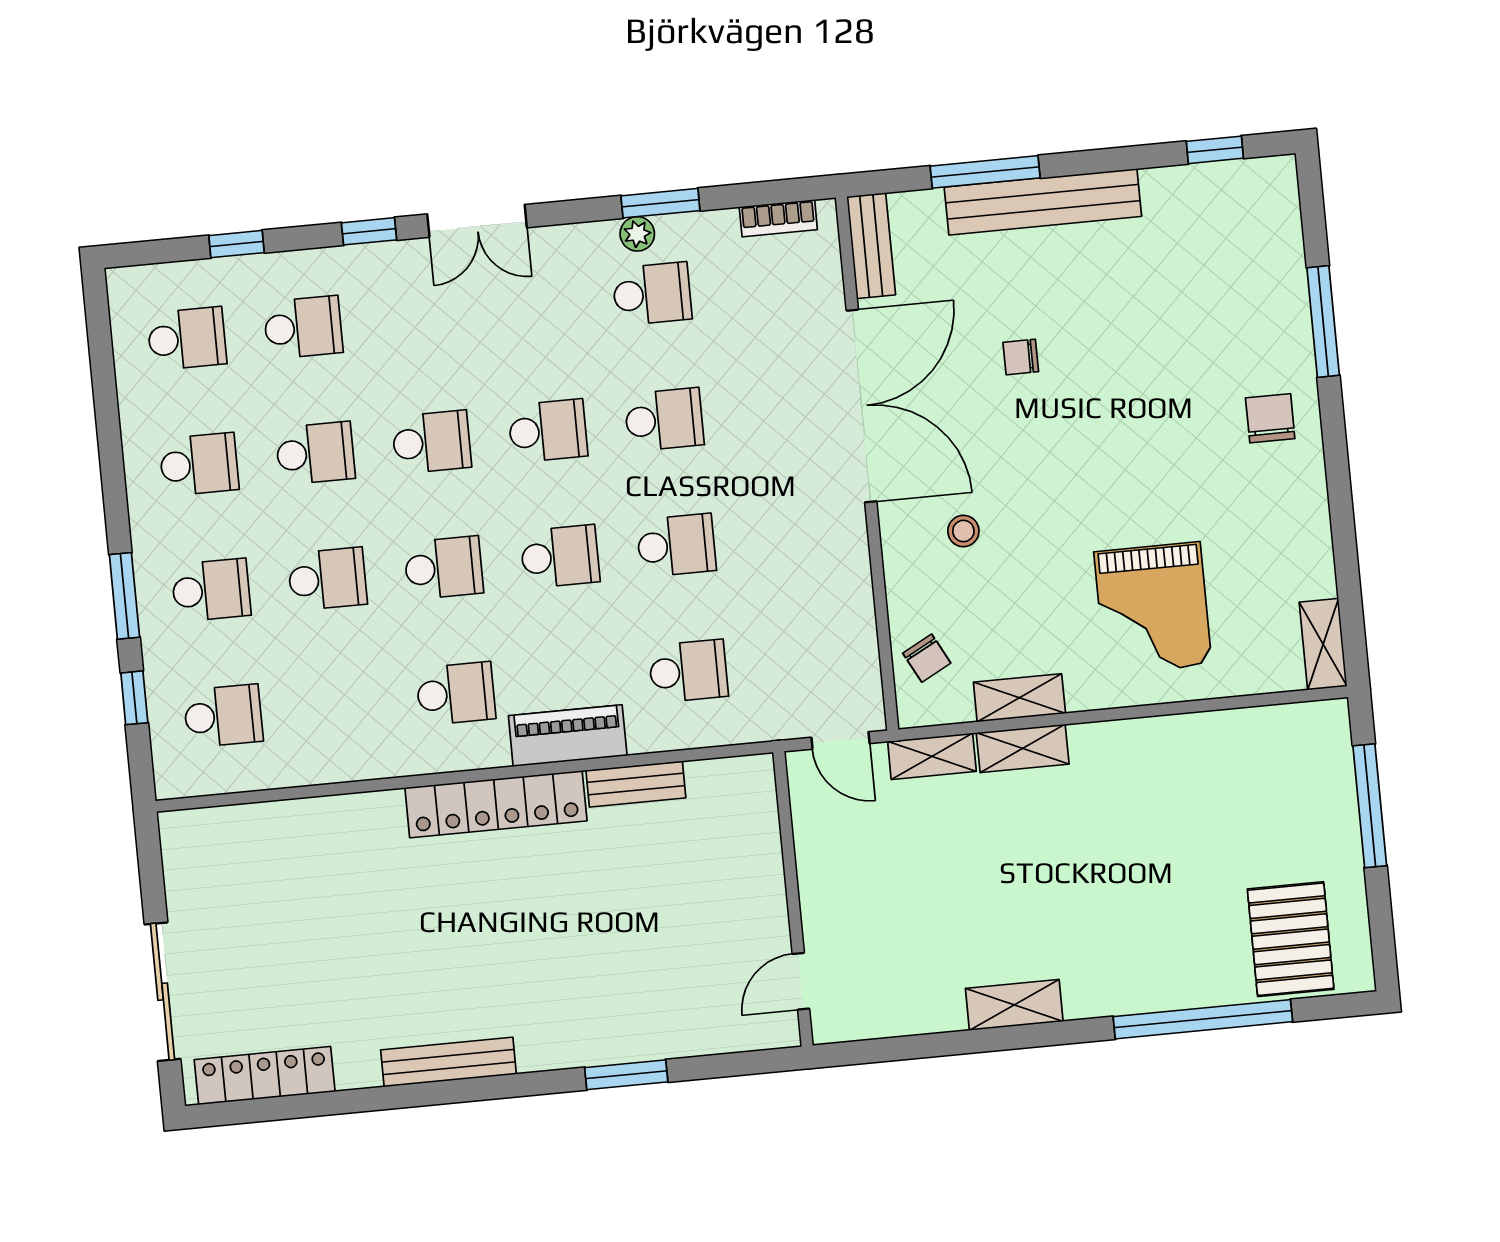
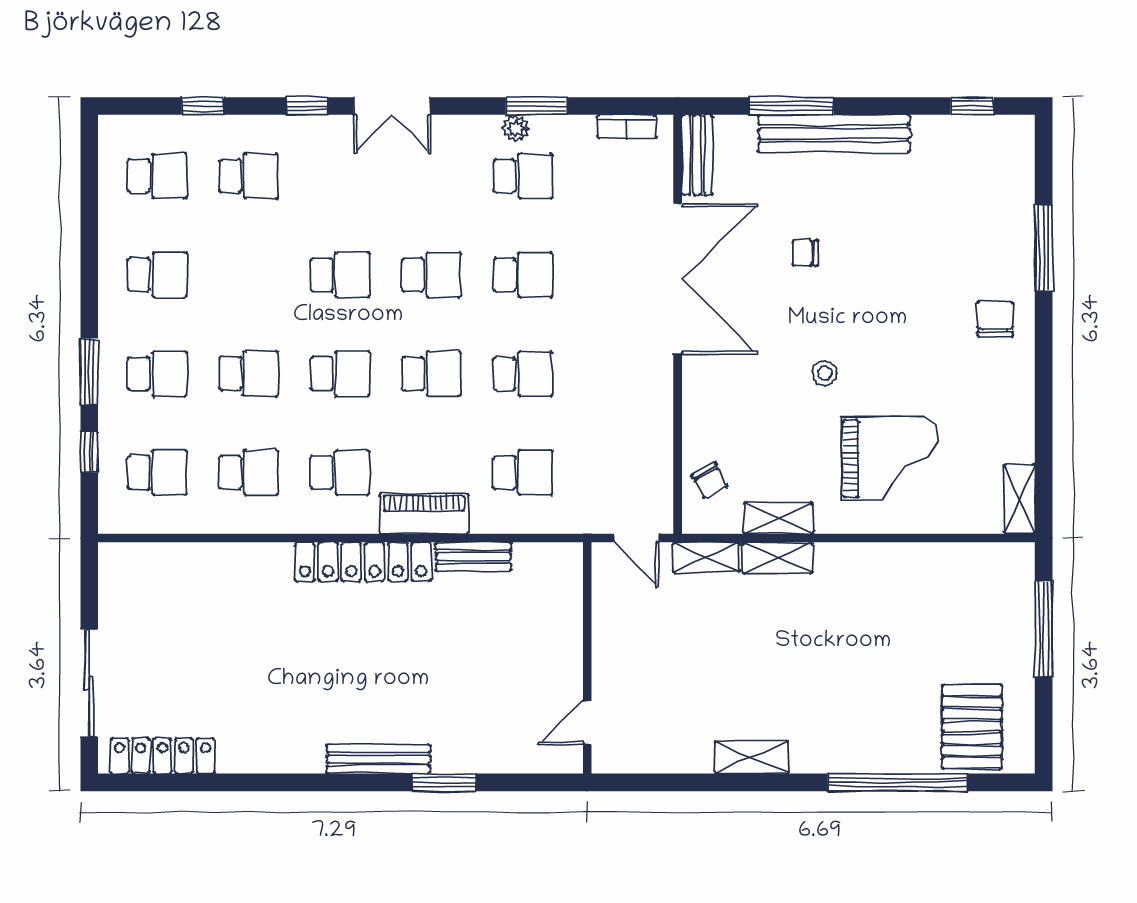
school desk: (315, 453) -> (249, 473), moved
stool: (963, 531) -> (825, 373), moved
grand piano: (1153, 608) -> (889, 458), turned -90
bench: (449, 1062) -> (379, 759), moved

